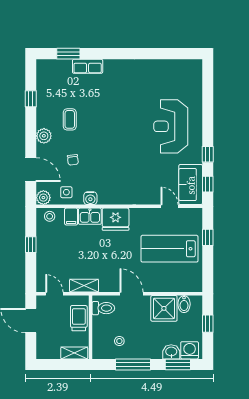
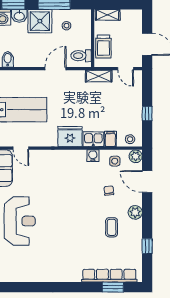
row of seats: (88, 66) -> (109, 276), width x2.02
door: (132, 294) -> (55, 69), swing flipped
shower: (164, 308) -> (40, 21), moved

